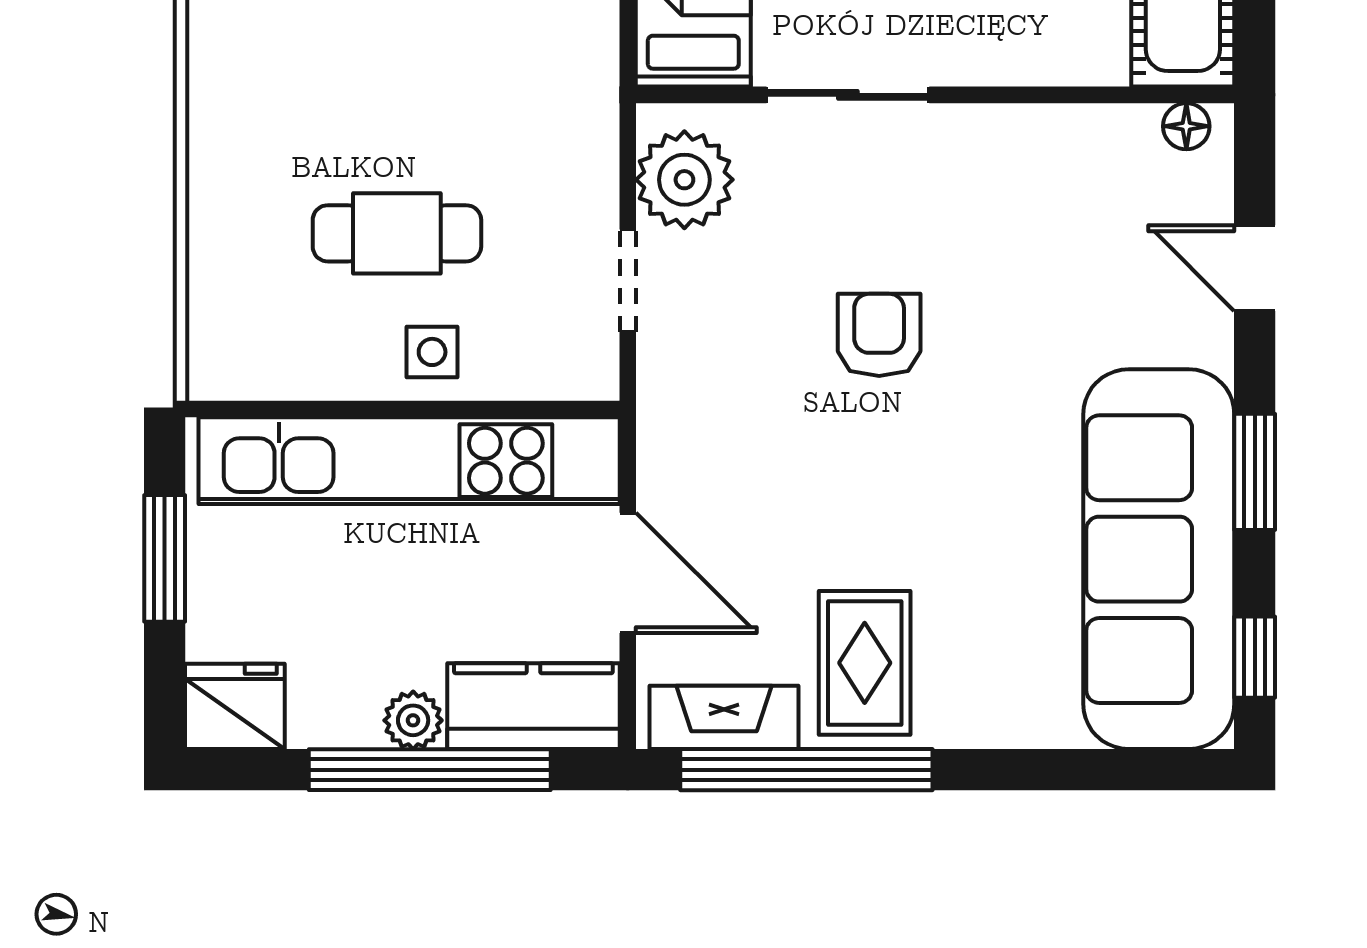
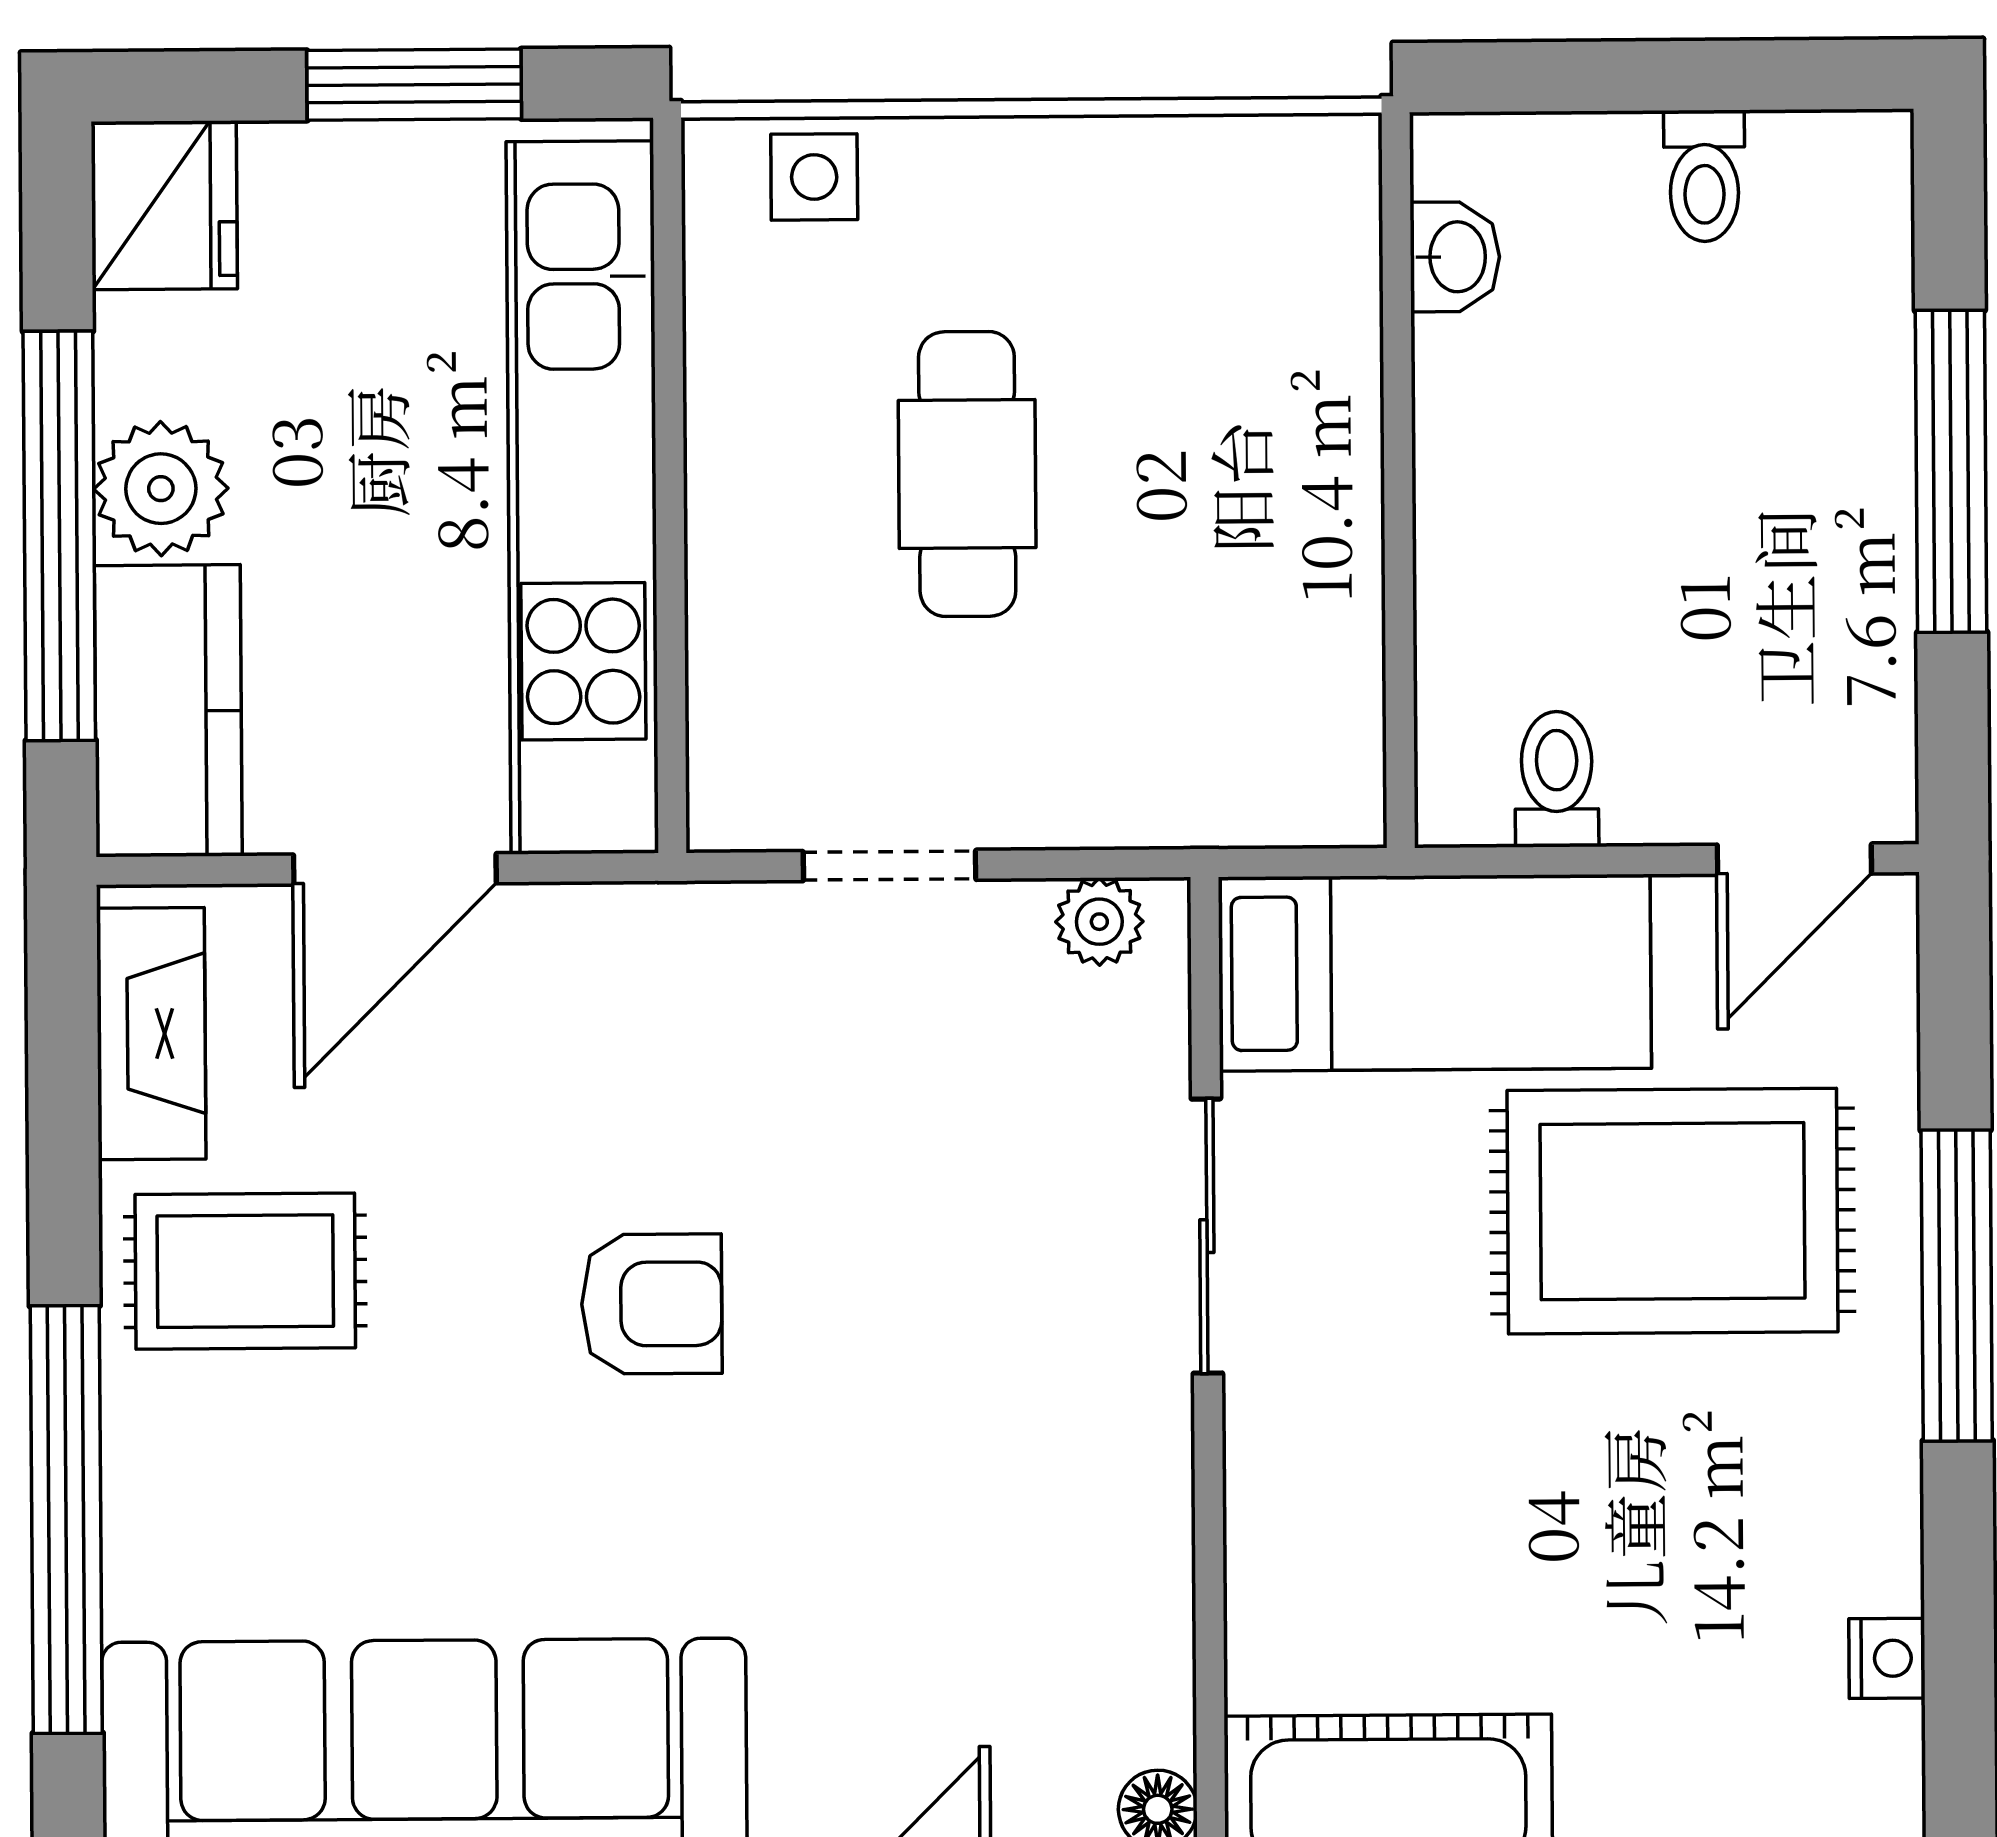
plant: (684, 180) -> (1099, 922), width x0.53, depth x0.53
armchair: (879, 335) -> (652, 1304), moved
side table: (432, 352) -> (814, 177), moved
plant: (413, 720) -> (161, 489), width x1.38, depth x1.38
window: (806, 770) -> (66, 1520), moved

